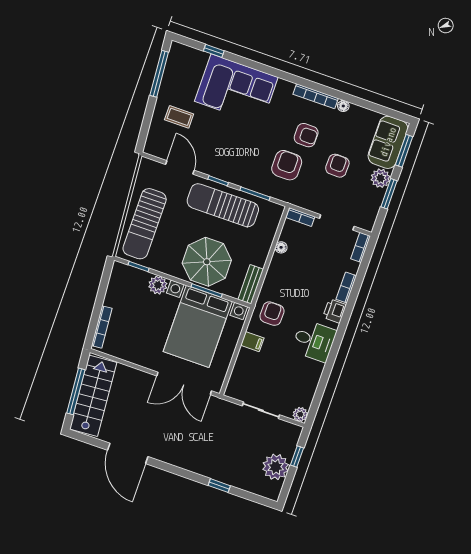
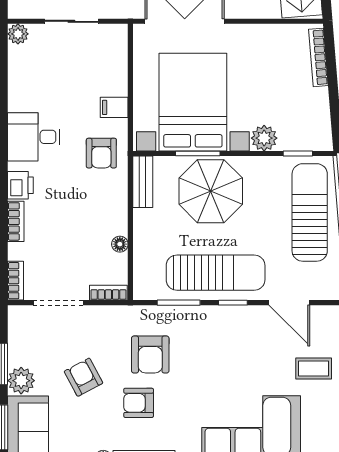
armchair: (337, 166) -> (84, 377), turned 151

